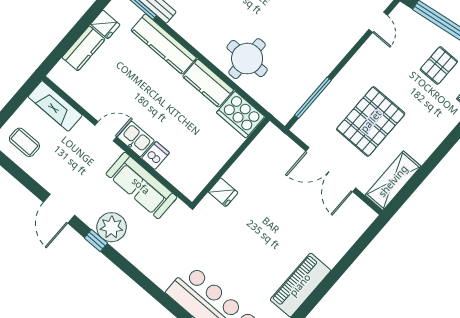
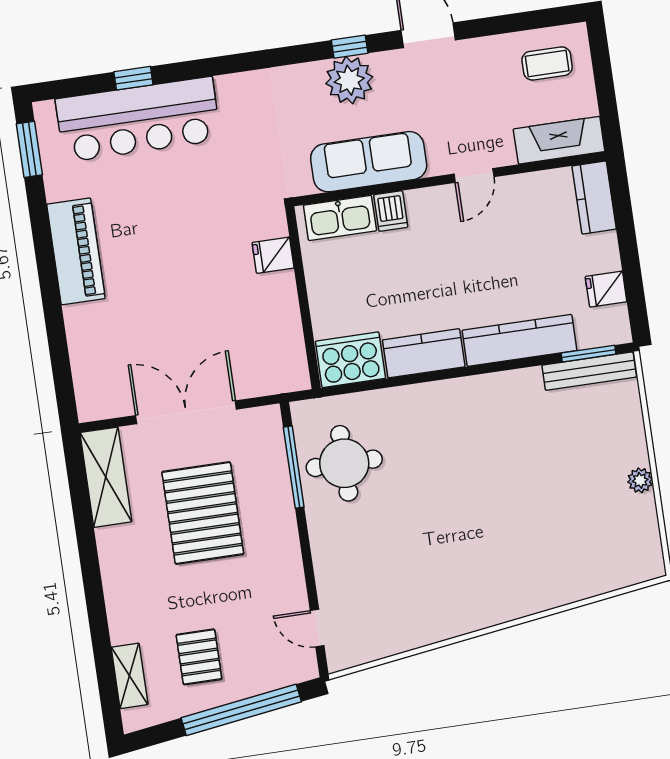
kitchen counter: (84, 48) -> (594, 198), moved
round table: (247, 59) -> (344, 463), moved
kitchen sink: (136, 139) -> (340, 218), moved, width x1.38

